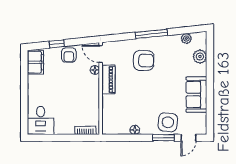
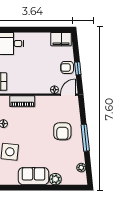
window: (57, 44) -> (78, 68), moved
plant: (200, 57) -> (55, 179), moved
piano: (108, 80) -> (22, 101), moved

